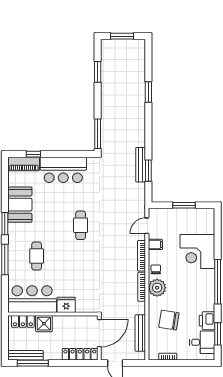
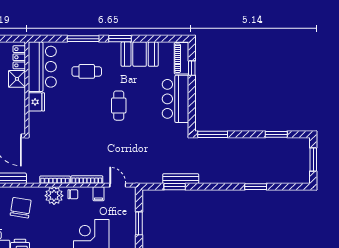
cafe table: (81, 225) -> (119, 106), moved, turned 90

